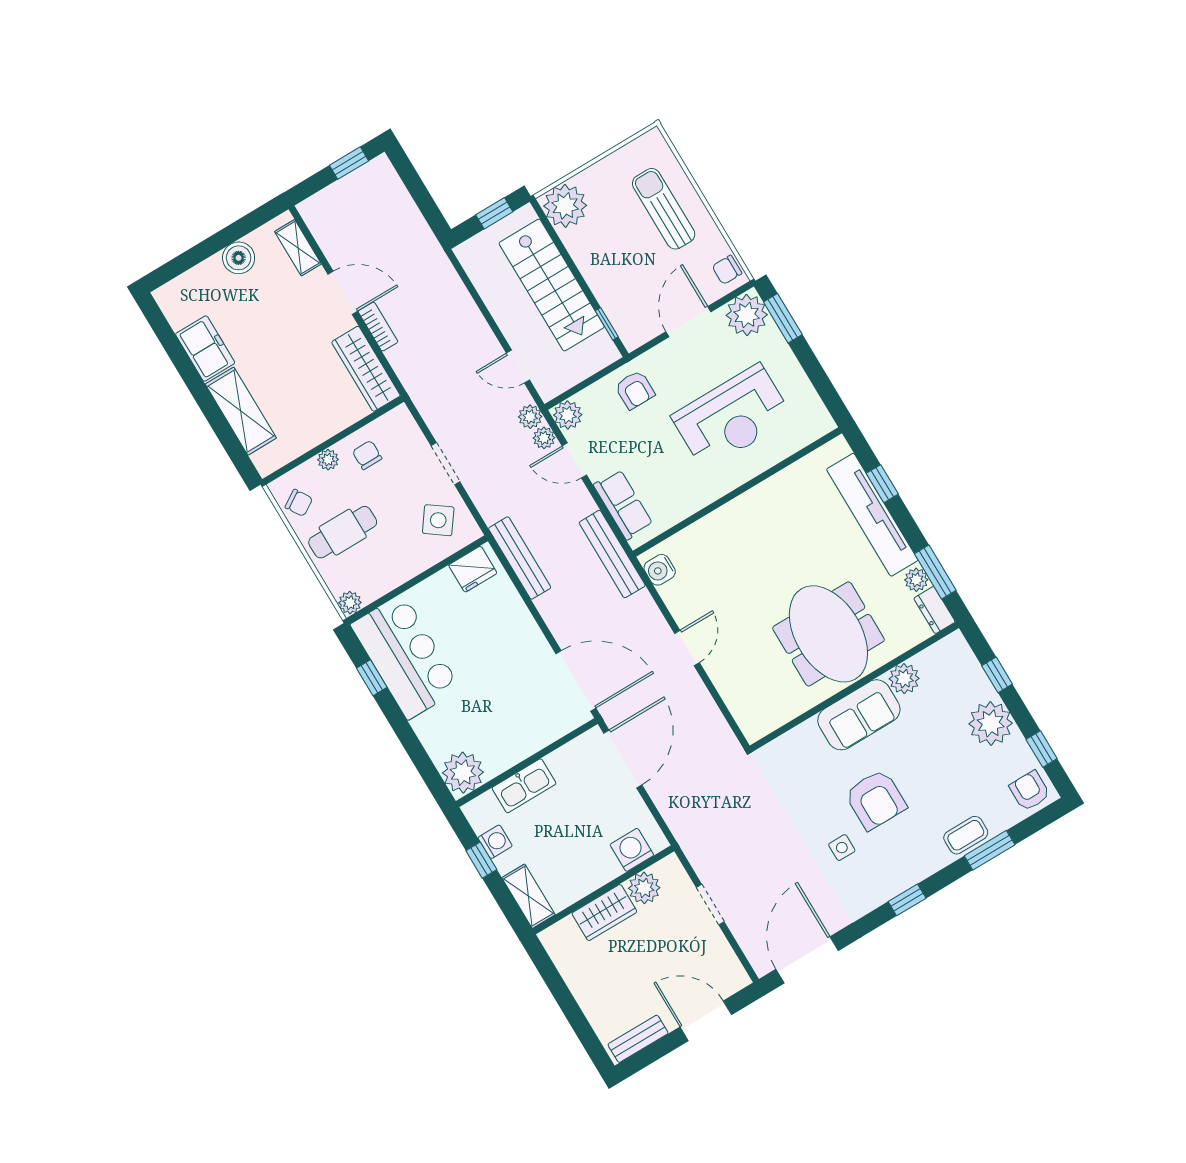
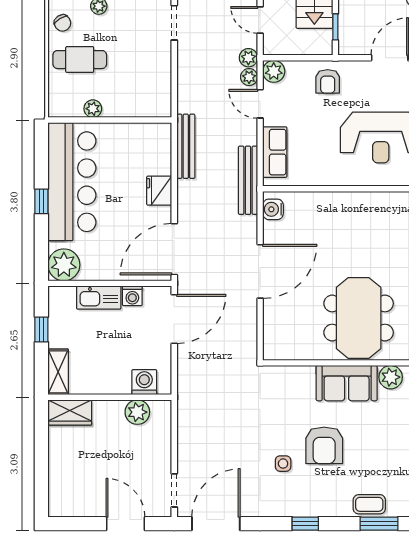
chair: (367, 455) -> (126, 18), removed
doorway: (445, 464) -> (174, 23), moved
side table: (438, 520) -> (147, 89), removed
fridge: (473, 569) -> (159, 191), moved, turned 90
plant: (350, 603) -> (93, 109), moved
door: (687, 648) -> (260, 271), width x1.87
bar counter: (405, 657) -> (72, 182), width x1.36
window: (372, 678) -> (41, 201), moved
door: (576, 681) -> (174, 249), swing flipped
washing machine: (495, 842) -> (132, 296), moved, turned 90
doorway: (710, 905) -> (174, 490), moved
wardrobe: (604, 913) -> (70, 413), moved
bench: (638, 1039) -> (74, 509), removed

